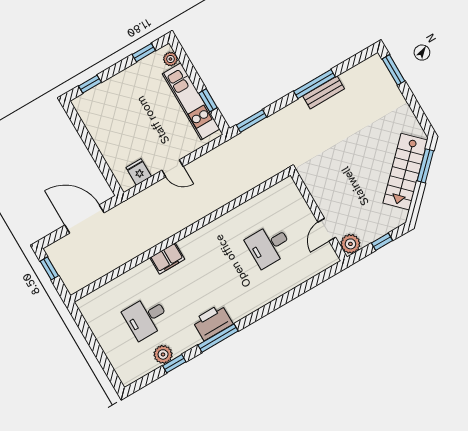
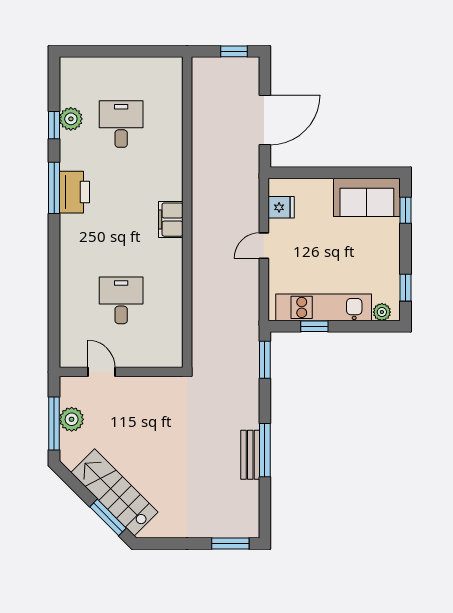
sofa: (97, 116) -> (367, 197), added
window: (382, 242) -> (54, 423), width x2.17
plant: (350, 244) -> (72, 419), moved
filing cabinet: (167, 258) -> (171, 220), moved

